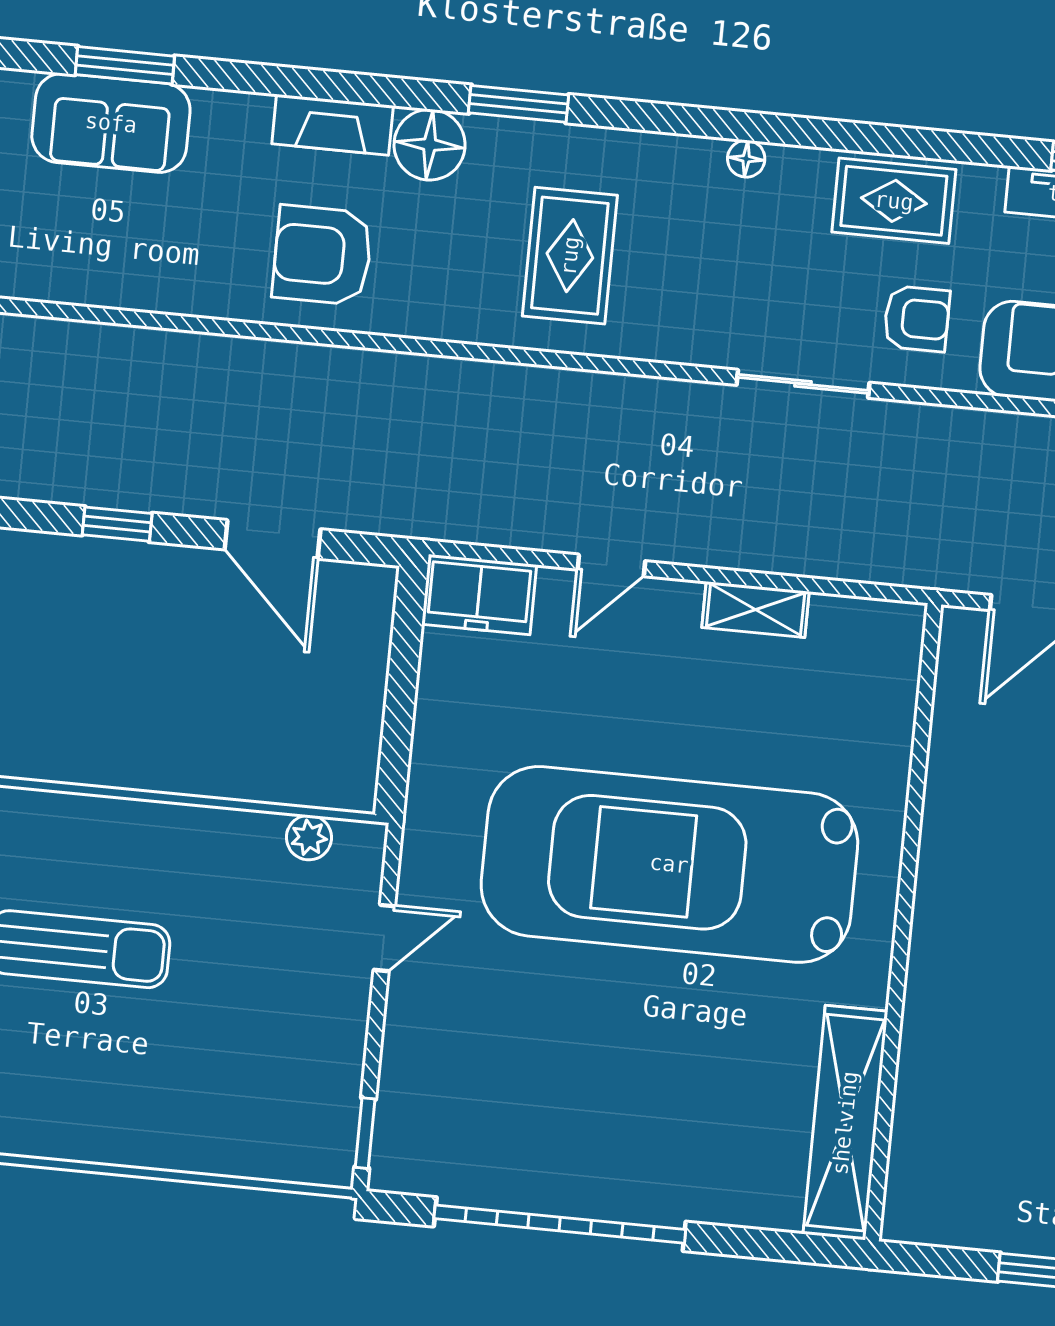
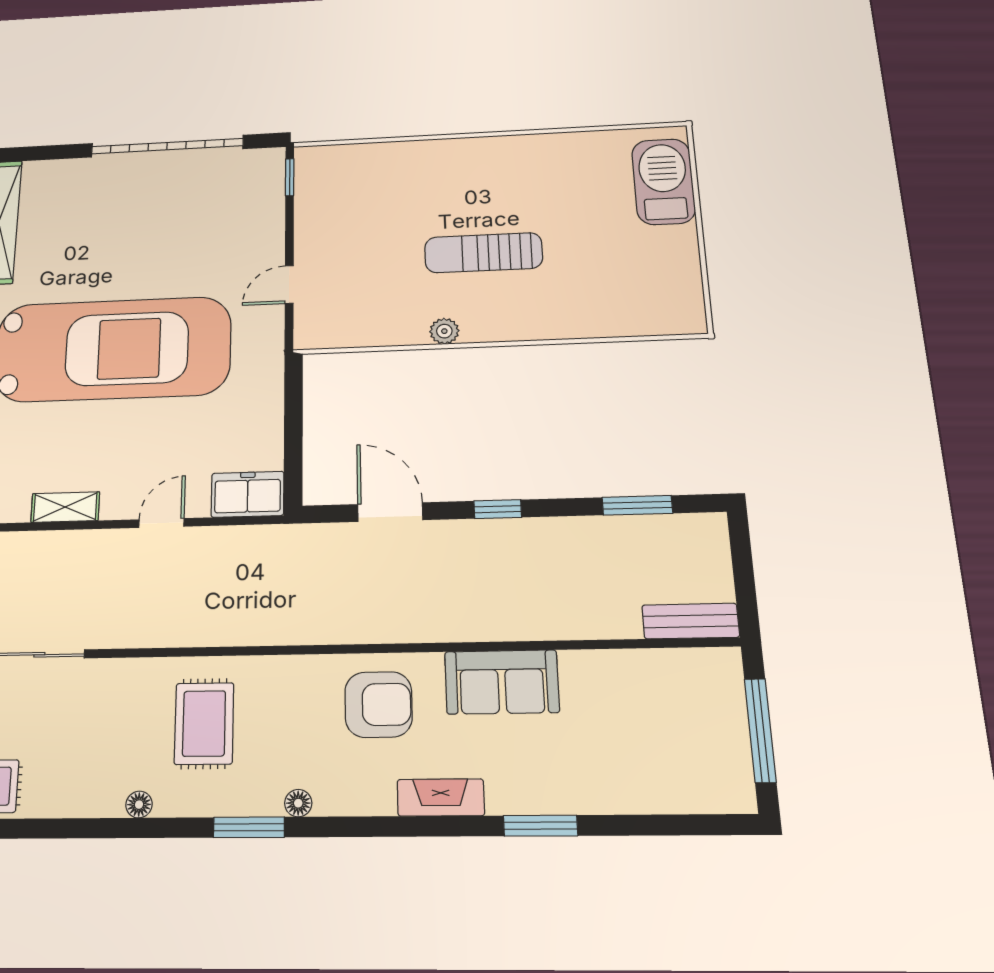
sofa: (111, 123) -> (502, 682), moved, turned 180
fireplace: (333, 125) -> (441, 797), moved
floor lamp: (430, 145) -> (298, 803), width x0.53, depth x0.53
floor lamp: (746, 159) -> (139, 805), moved
plant: (309, 838) -> (444, 331), moved

